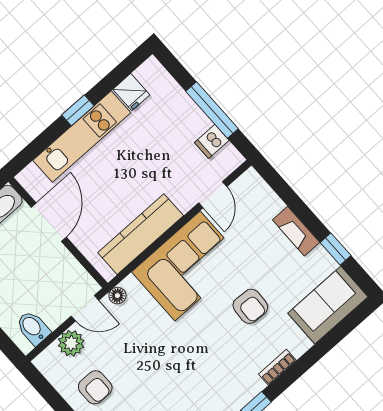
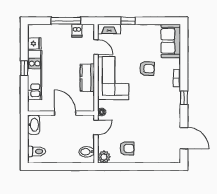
door: (49, 222) -> (65, 113), moved
fireplace: (296, 231) -> (109, 29), moved
kitchen counter: (141, 234) -> (87, 78), width x0.67
window: (336, 249) -> (128, 21), moved
plant: (71, 343) -> (104, 157), moved

